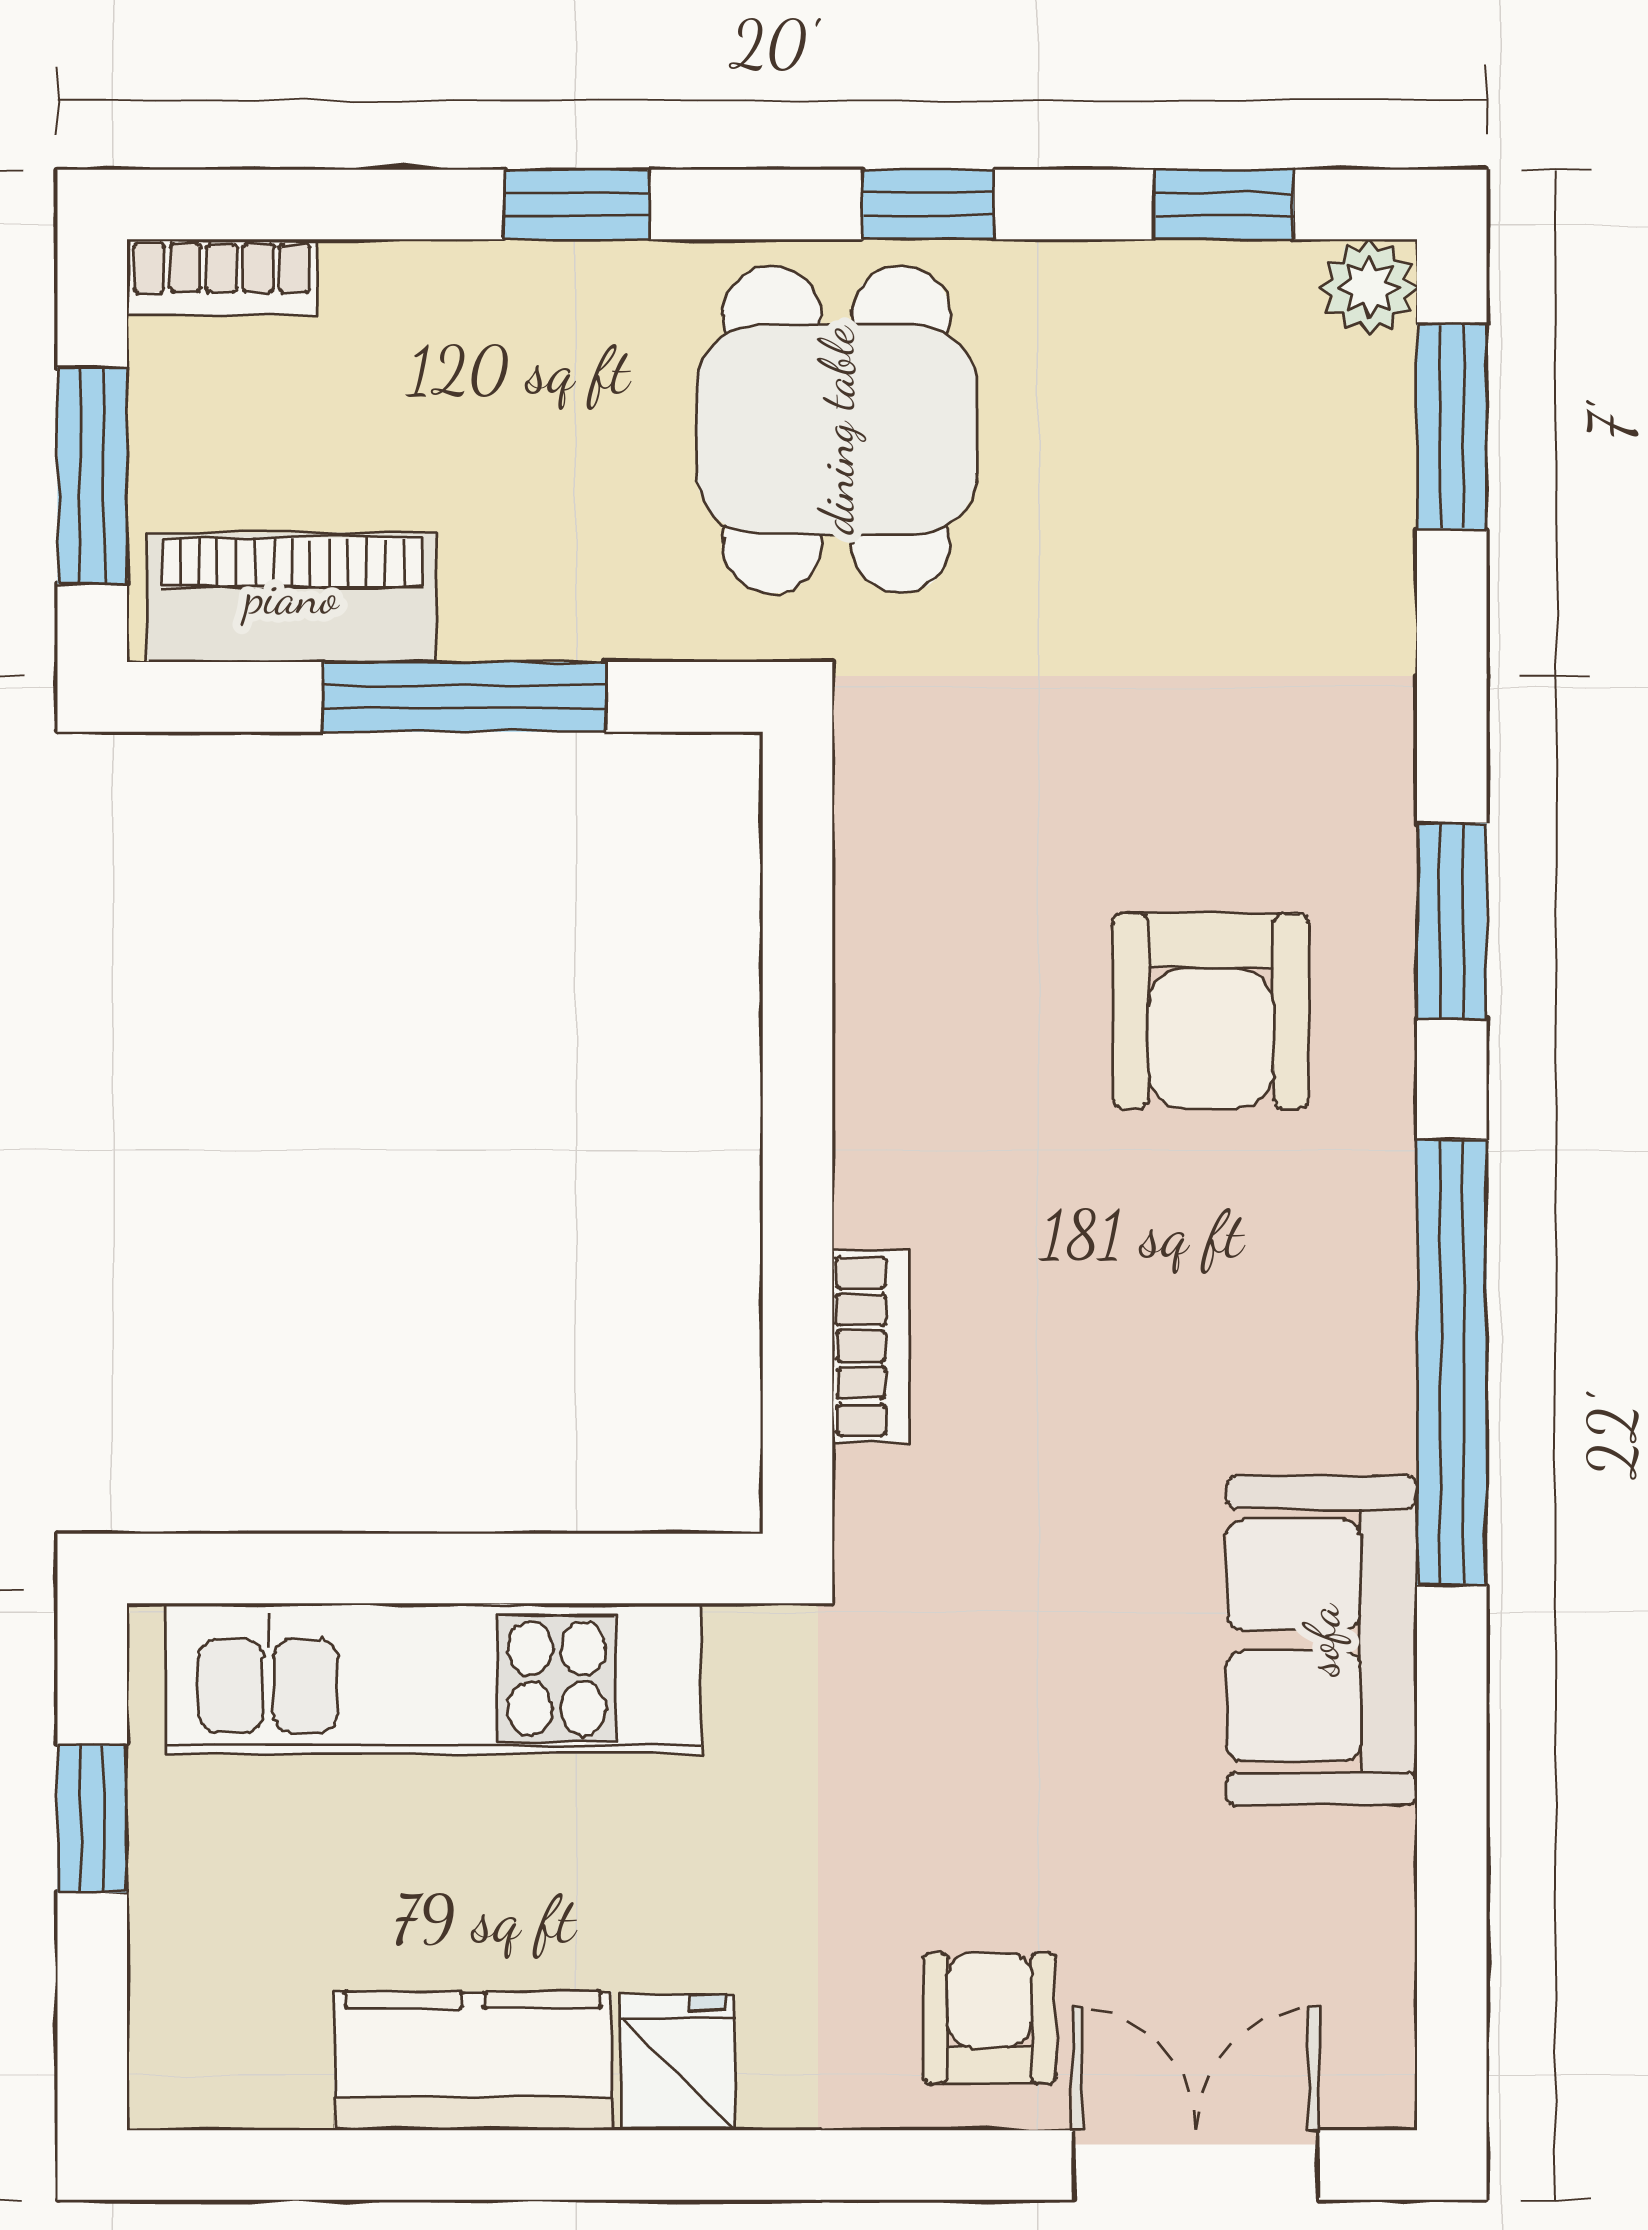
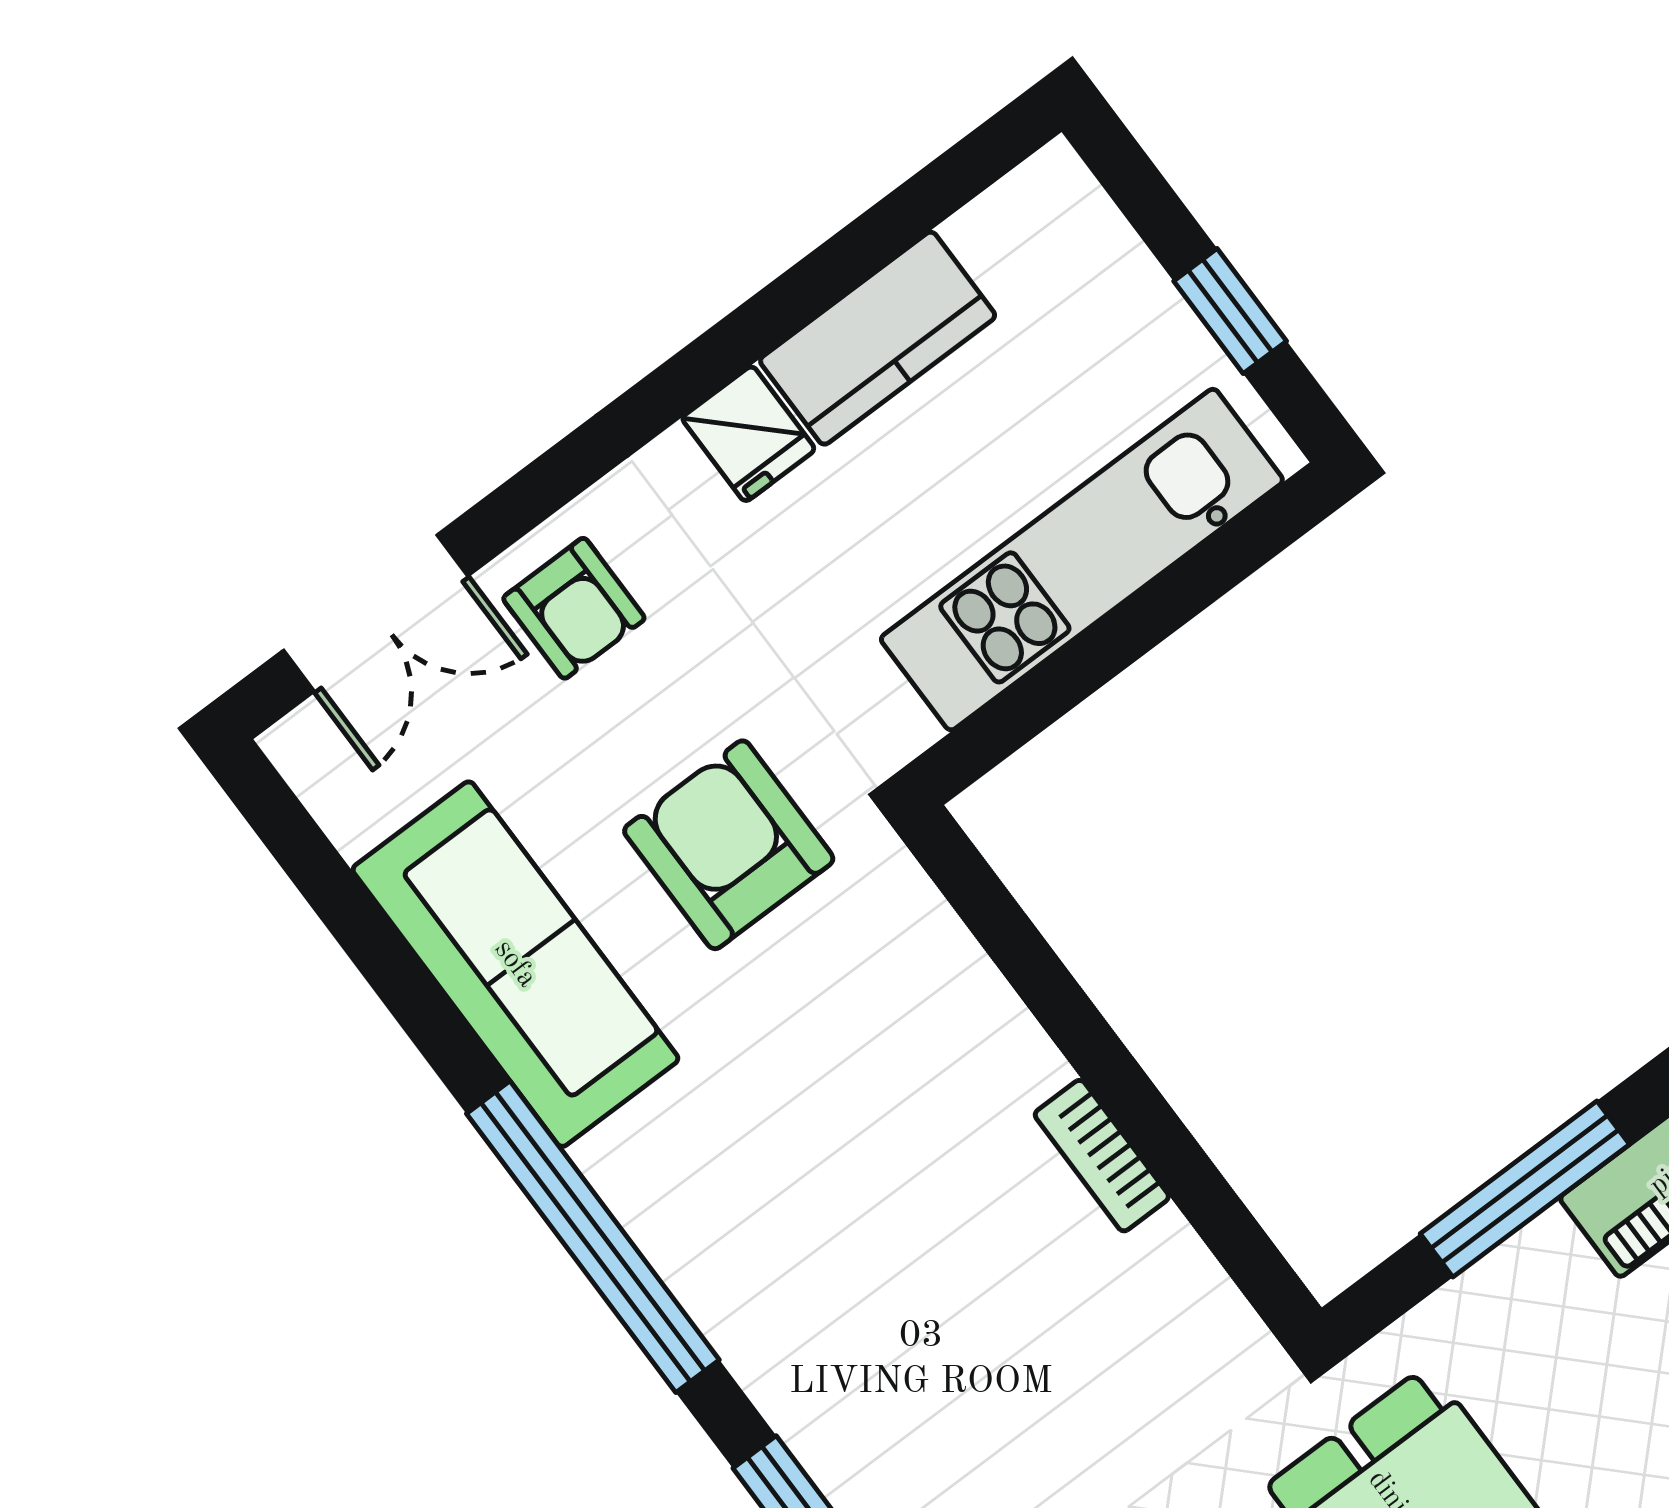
armchair: (1211, 1011) -> (729, 845), moved
bookcase: (870, 1346) -> (1102, 1156), moved
sofa: (1322, 1640) -> (515, 964), width x1.36

